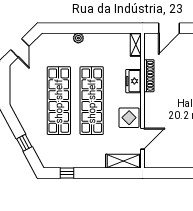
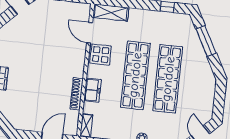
door: (142, 139) -> (90, 33), hinge flipped
window: (24, 143) -> (206, 41), width x2.17

